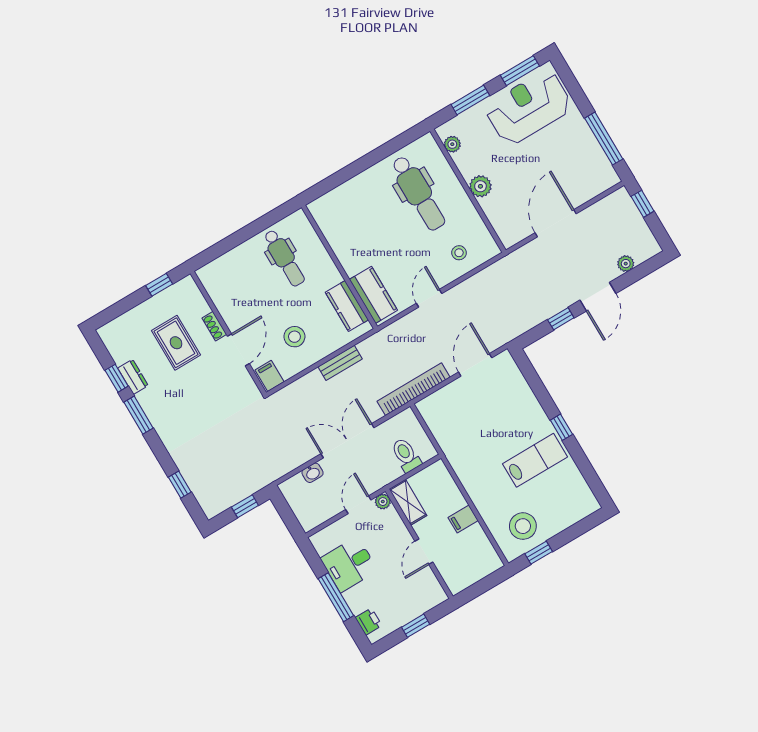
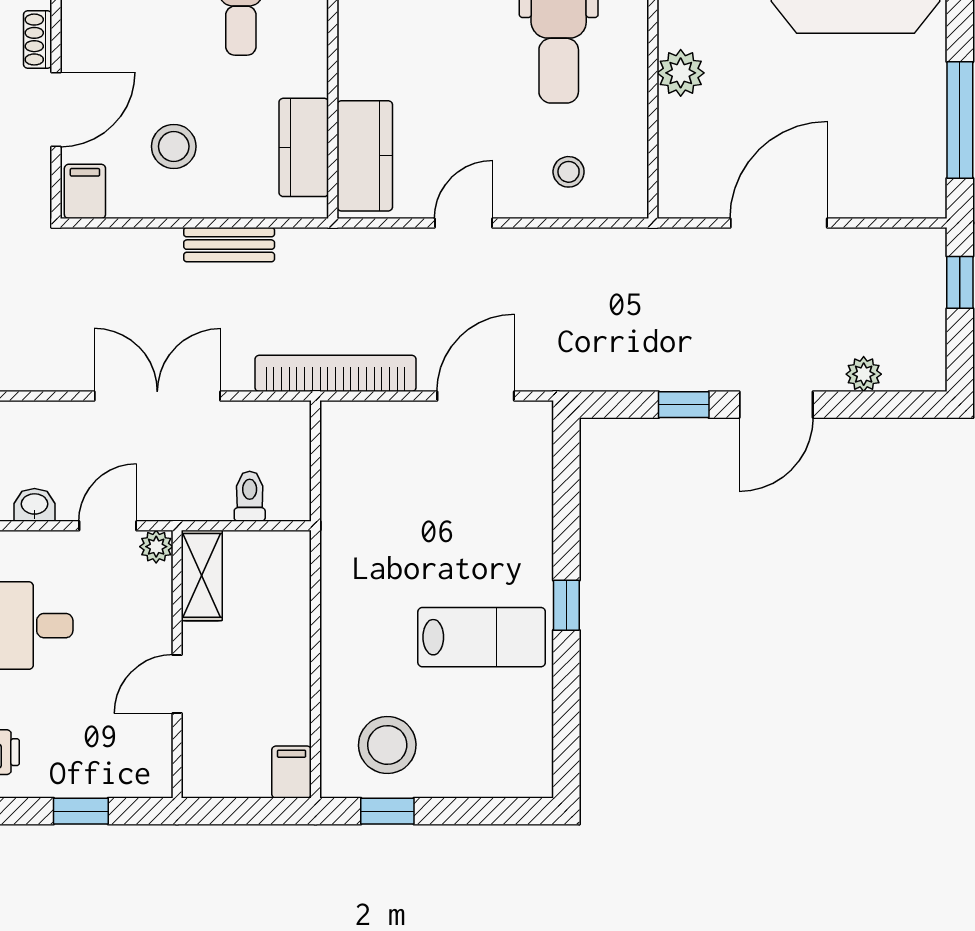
toilet: (406, 455) -> (250, 496), width x0.73, depth x0.72
washbasin: (312, 473) -> (34, 505), moved, turned 180
filing cabinet: (463, 519) -> (292, 772), moved, turned 90

